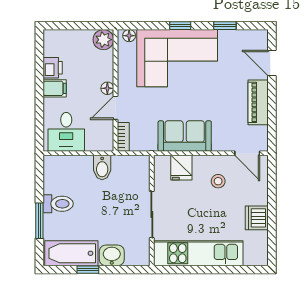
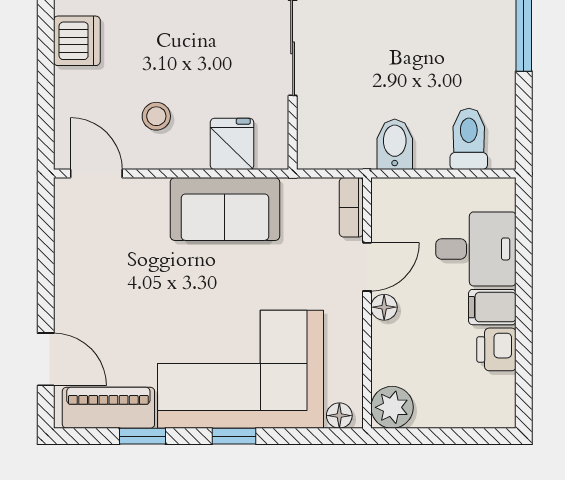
piano: (258, 102) -> (108, 408), moved, turned -90
desk: (66, 132) -> (476, 249), moved, turned 90
toilet: (58, 204) -> (469, 139), moved, turned 90

